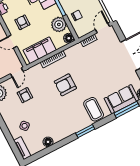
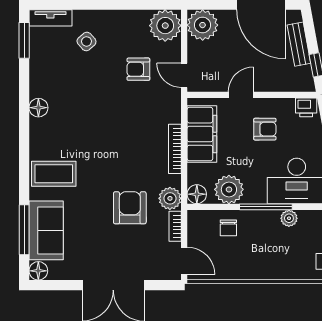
plant: (77, 50) -> (170, 198), added
armchair: (65, 85) -> (130, 208), moved
window: (85, 131) -> (24, 40), moved
floor lamp: (48, 142) -> (38, 108), moved

